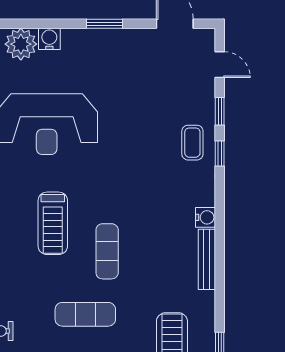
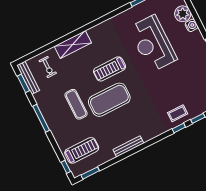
water cooler: (205, 217) -> (147, 136), removed
exercise mat: (107, 251) -> (109, 100), width x2.00, depth x1.45

